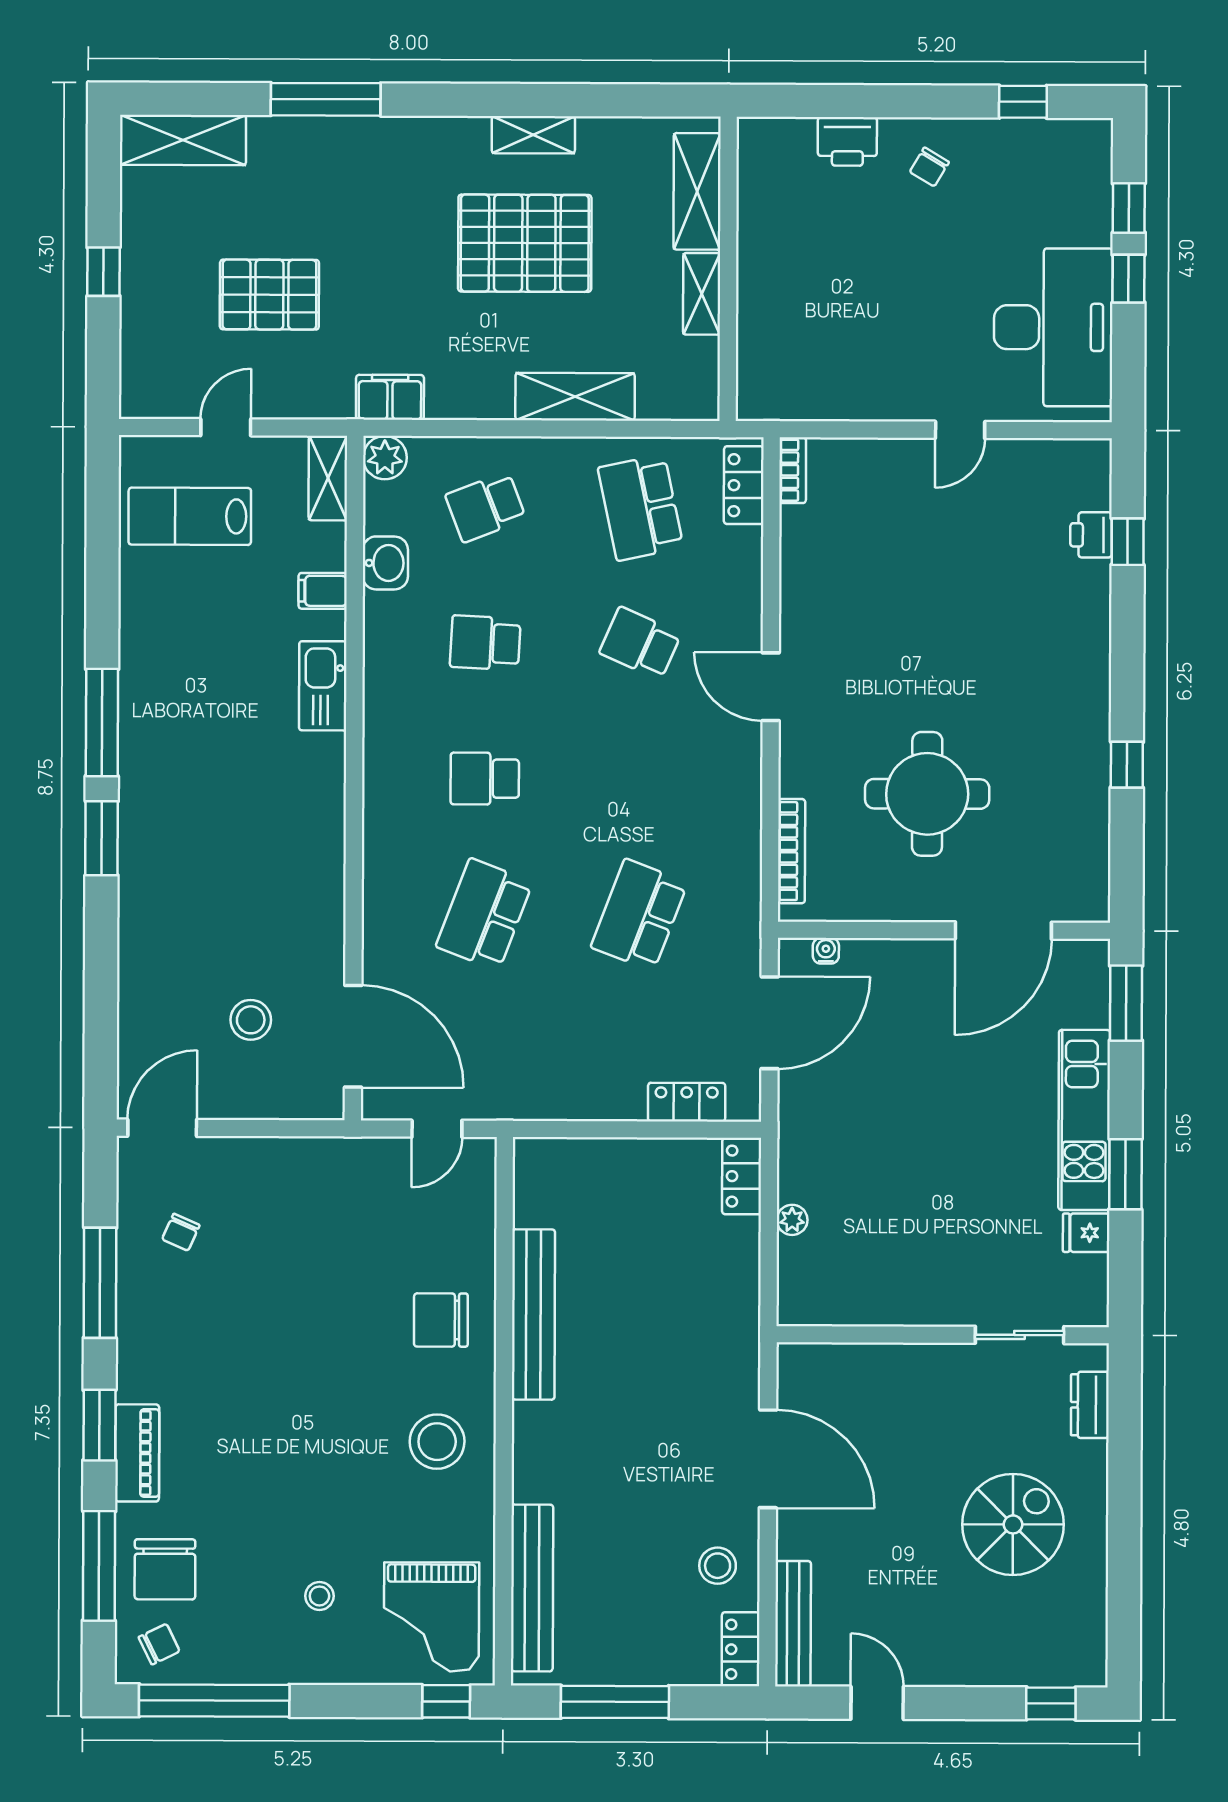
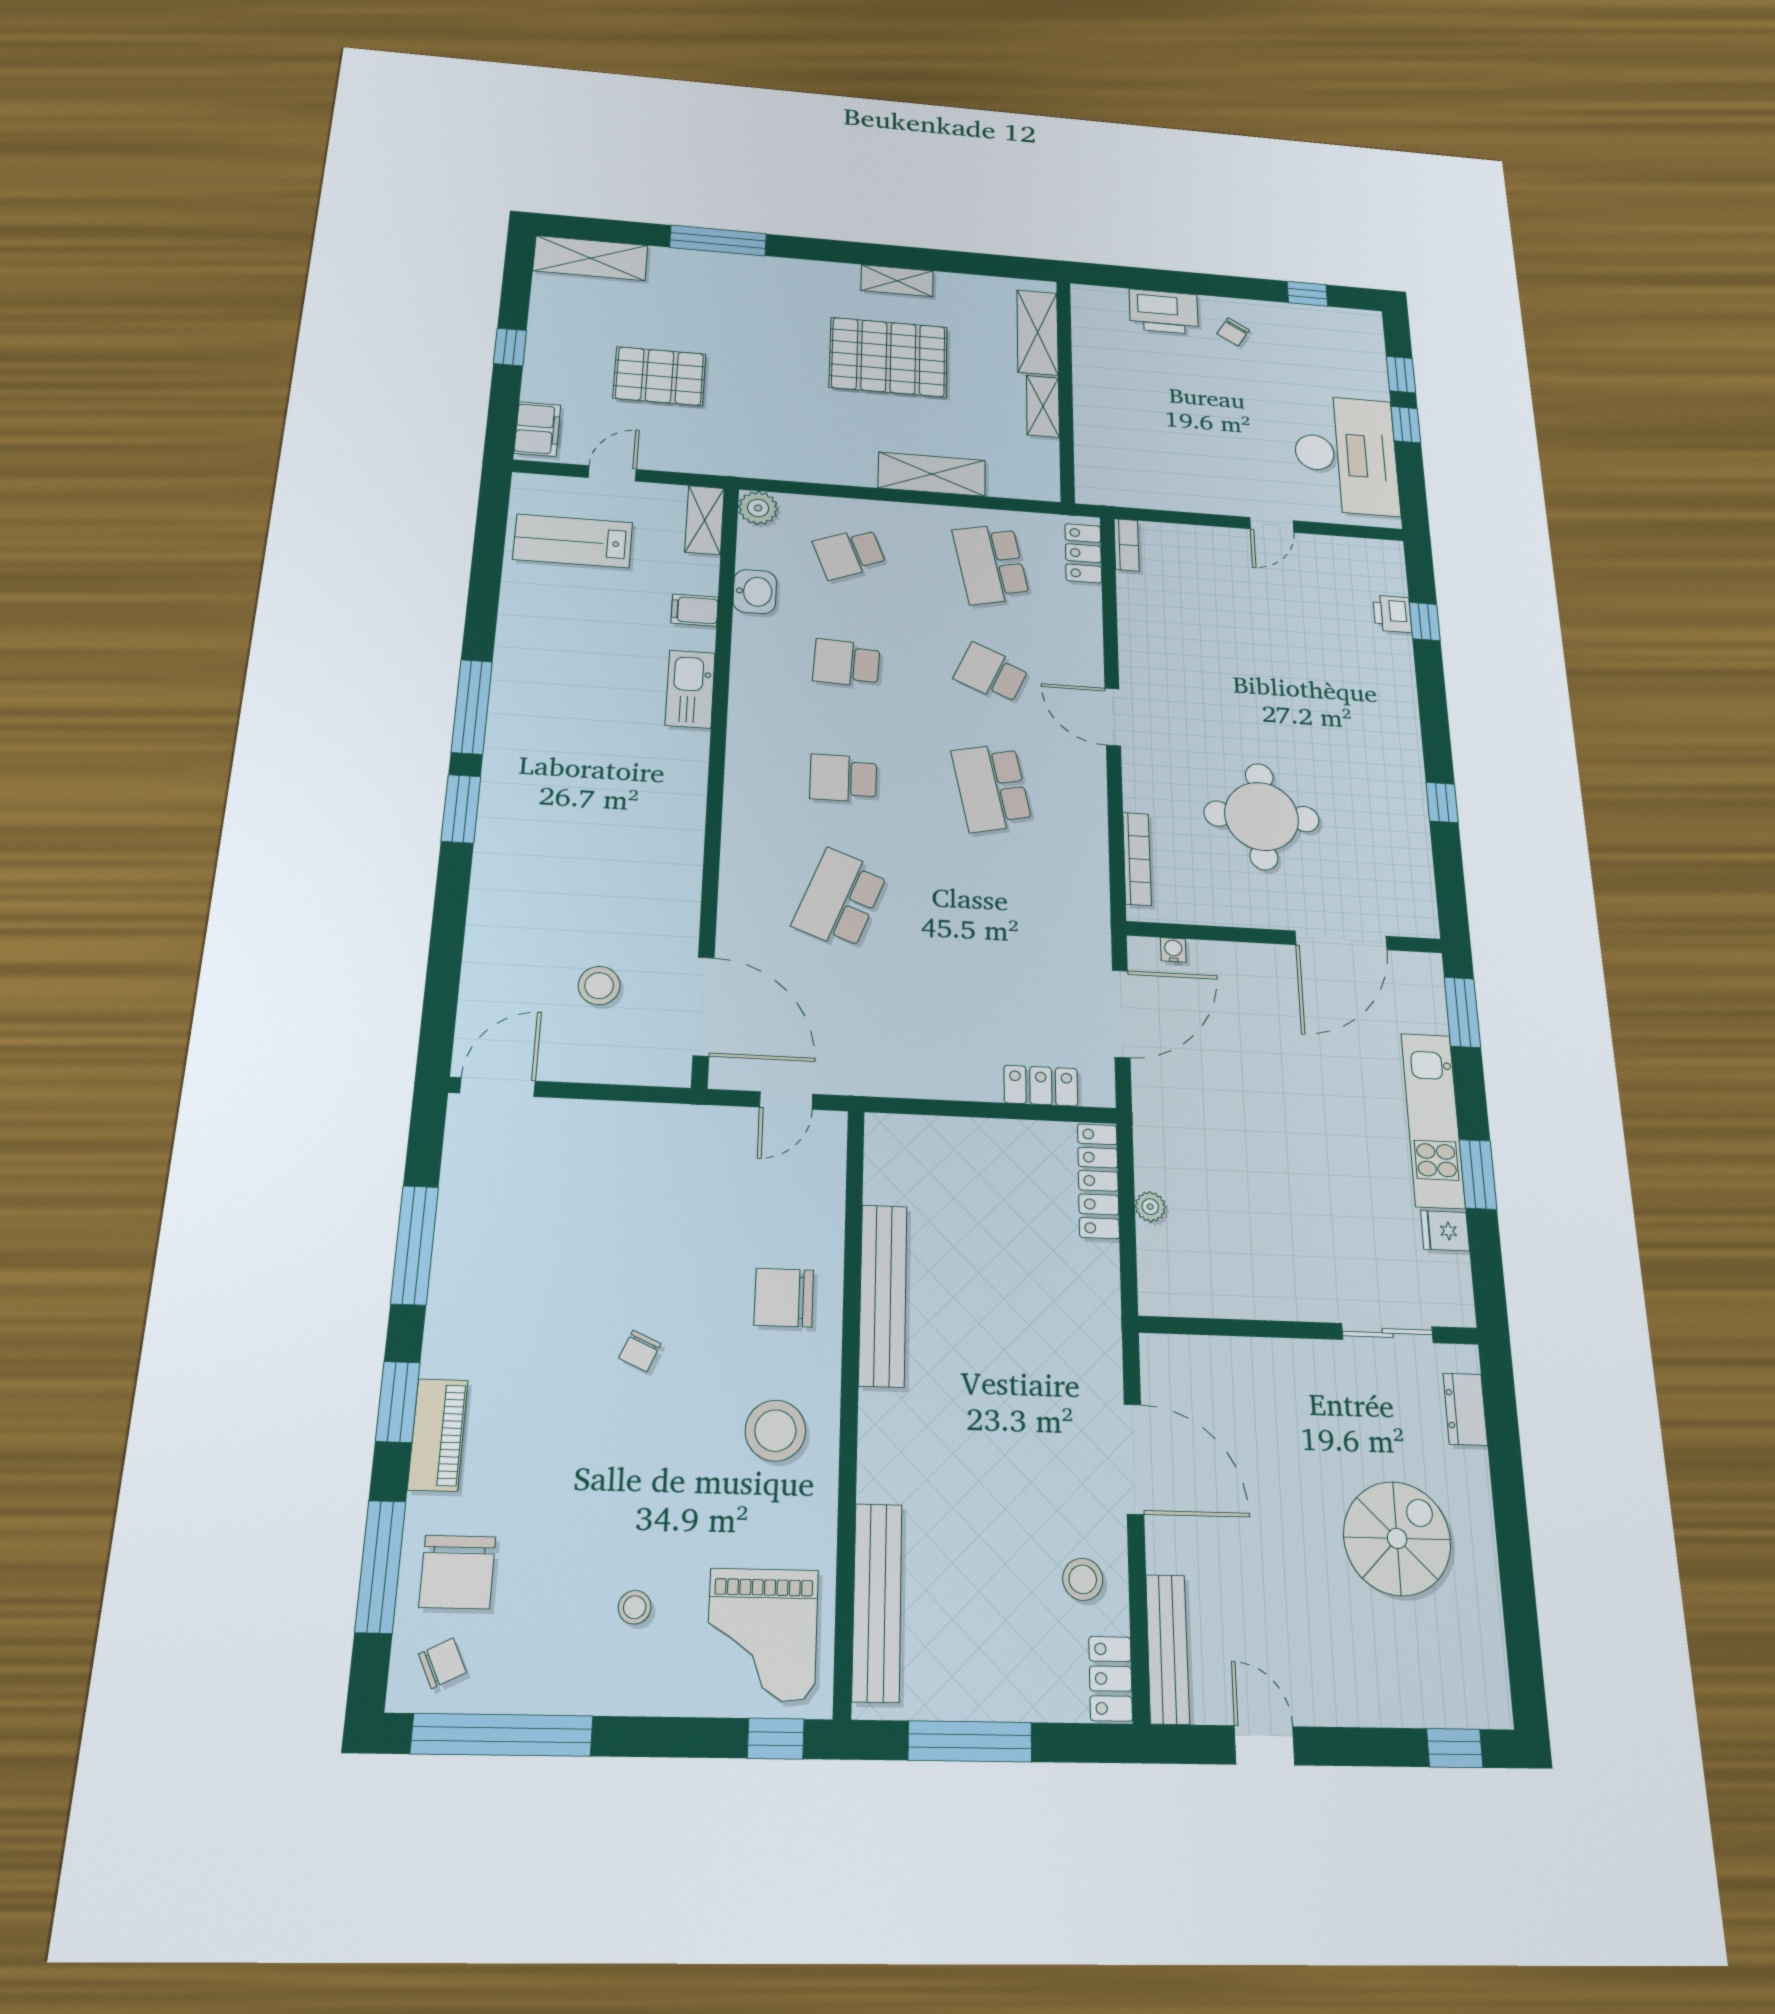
printer: (847, 141) -> (1164, 312), width x1.37, depth x1.19
filing cabinet: (390, 397) -> (537, 429), moved, turned 90
school desk: (639, 915) -> (992, 788), moved, turned -33
locker: (742, 1176) -> (1098, 1181), width x1.53
chair: (181, 1232) -> (640, 1351), moved

